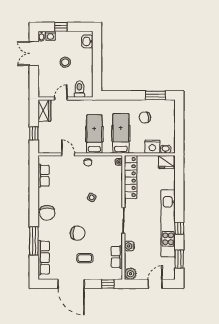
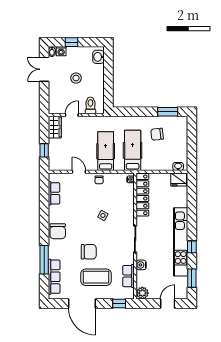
nightstand: (152, 147) -> (165, 164), removed
coffee table: (85, 258) -> (96, 277), width x1.86, depth x1.72

